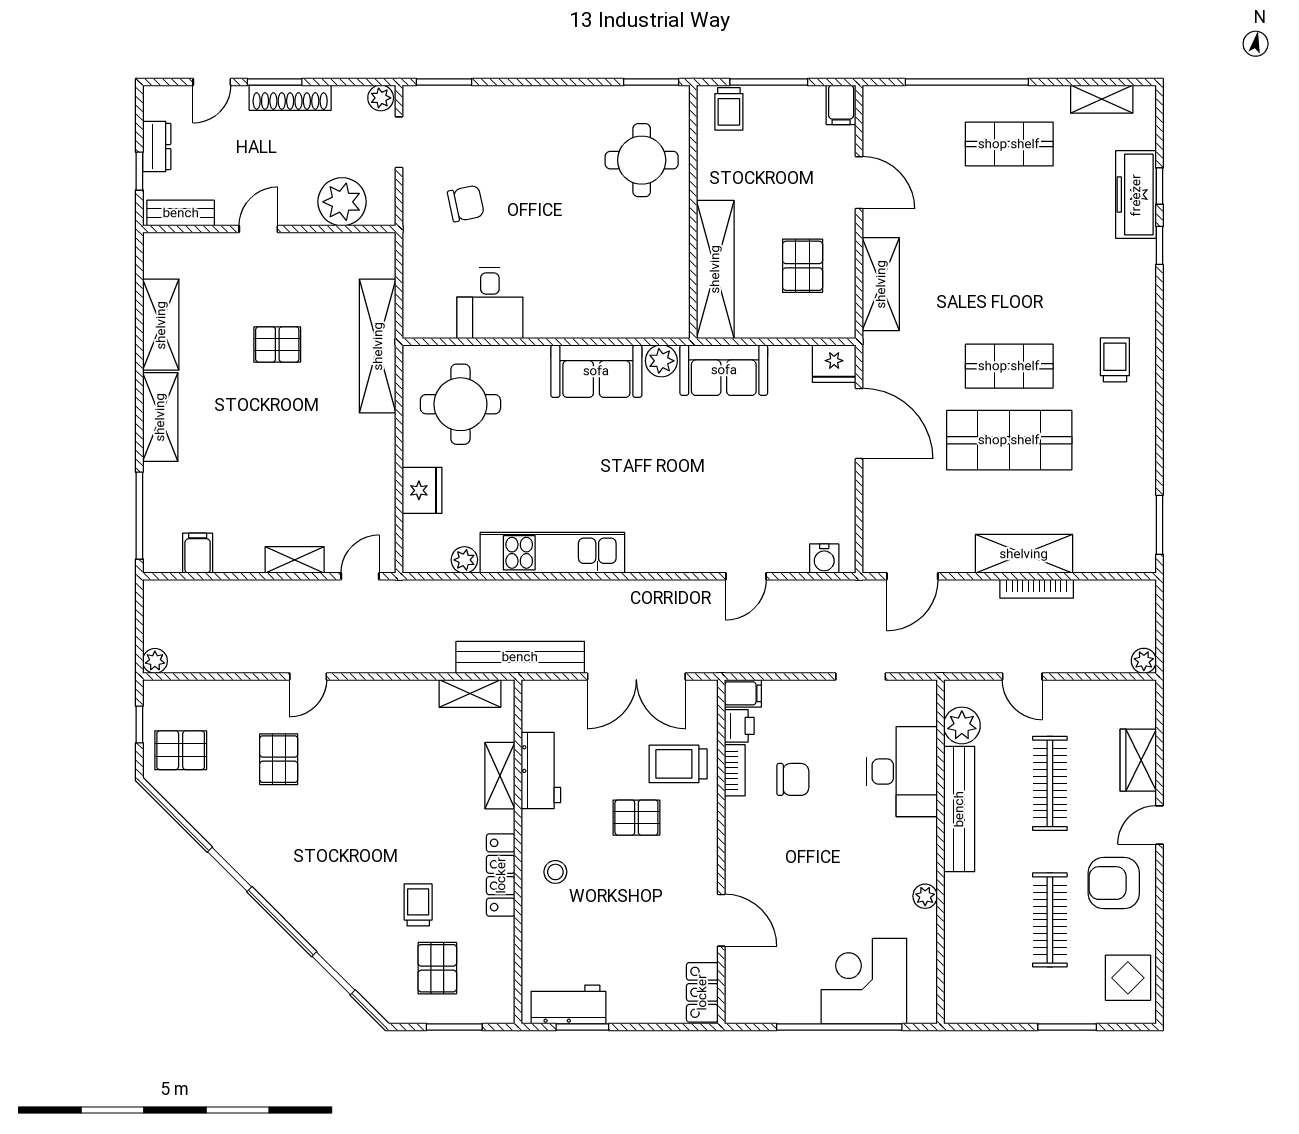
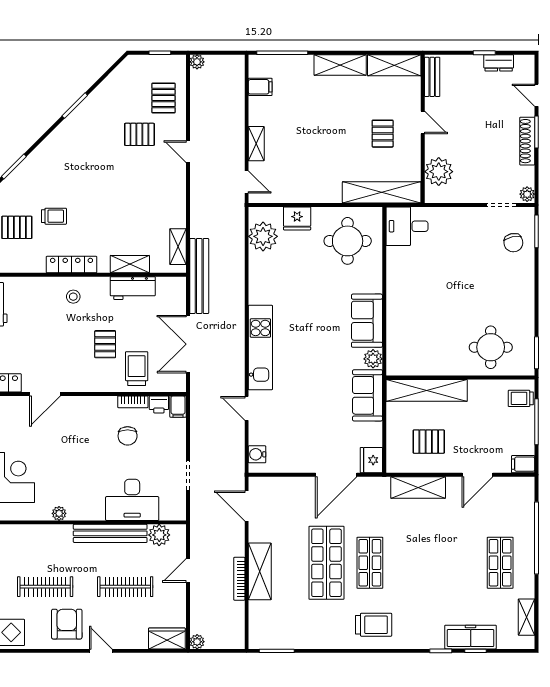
plant: (342, 202) -> (439, 172), moved
chair: (466, 204) -> (513, 243), moved
bench: (181, 213) -> (432, 77), moved
door: (258, 229) -> (423, 122), moved
wall: (269, 229) -> (423, 129), moved
desk: (490, 303) -> (407, 226), moved
trolley: (1115, 360) -> (374, 625), width x1.36, depth x1.39
kitchen unit: (552, 553) -> (260, 347), moved
plant: (464, 560) -> (263, 236), width x1.88, depth x1.88
pallet: (181, 750) -> (164, 98), moved
wardrobe: (1138, 760) -> (167, 638), moved

